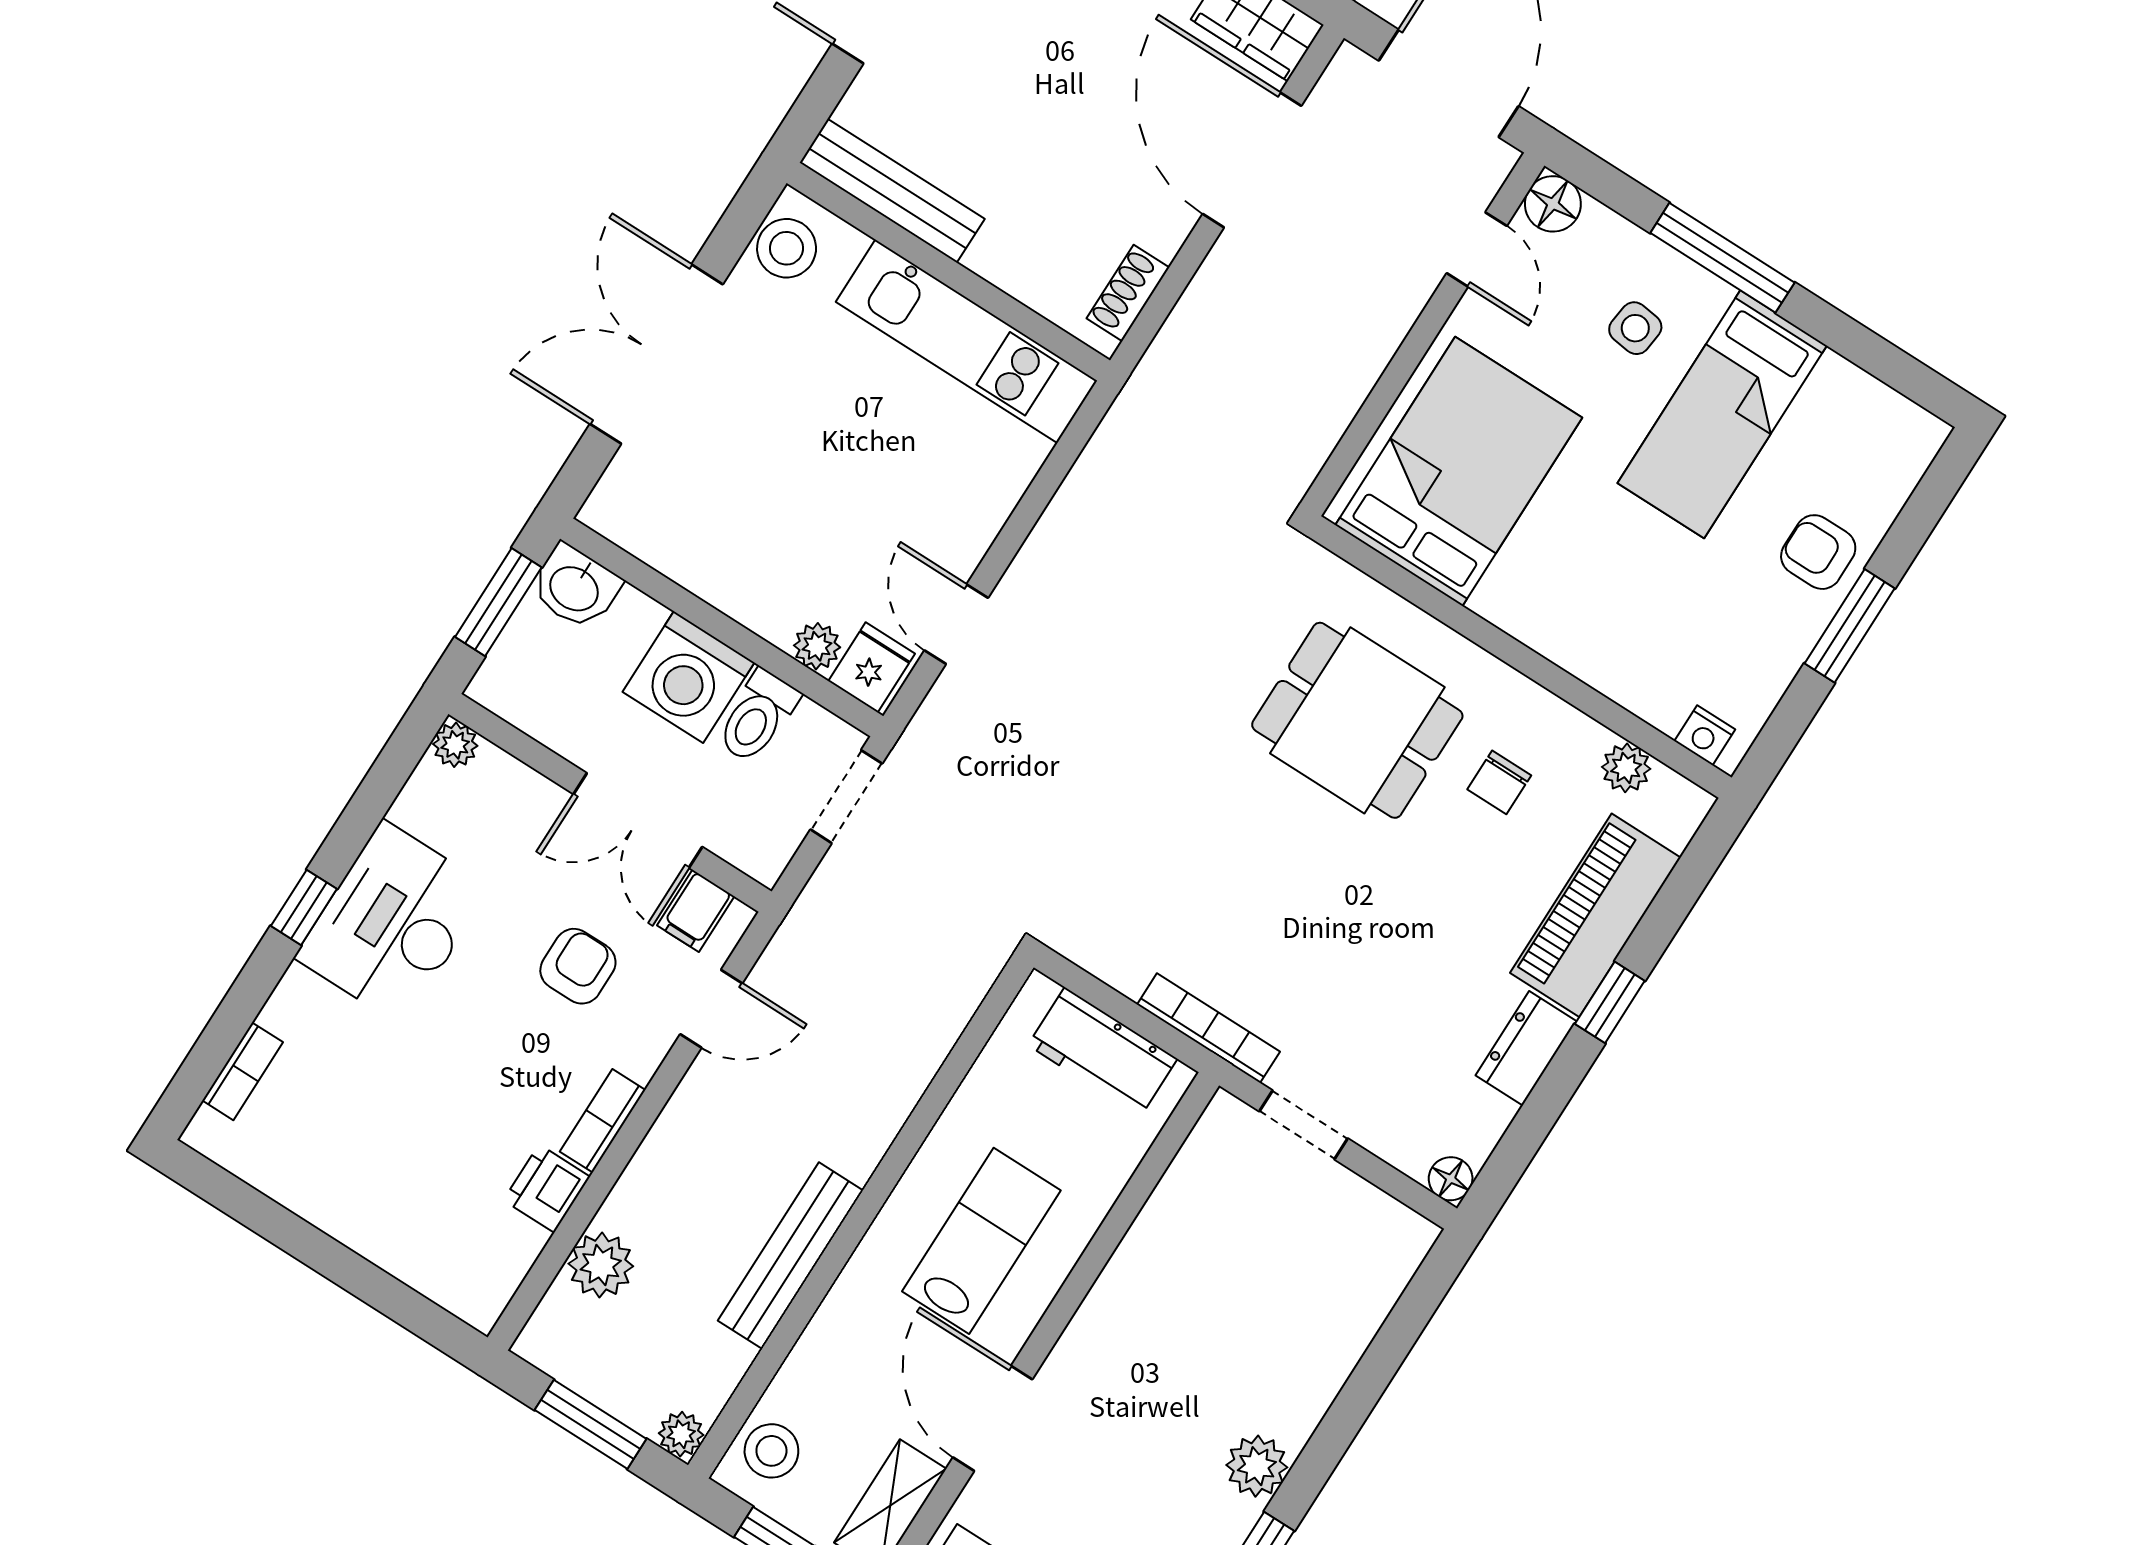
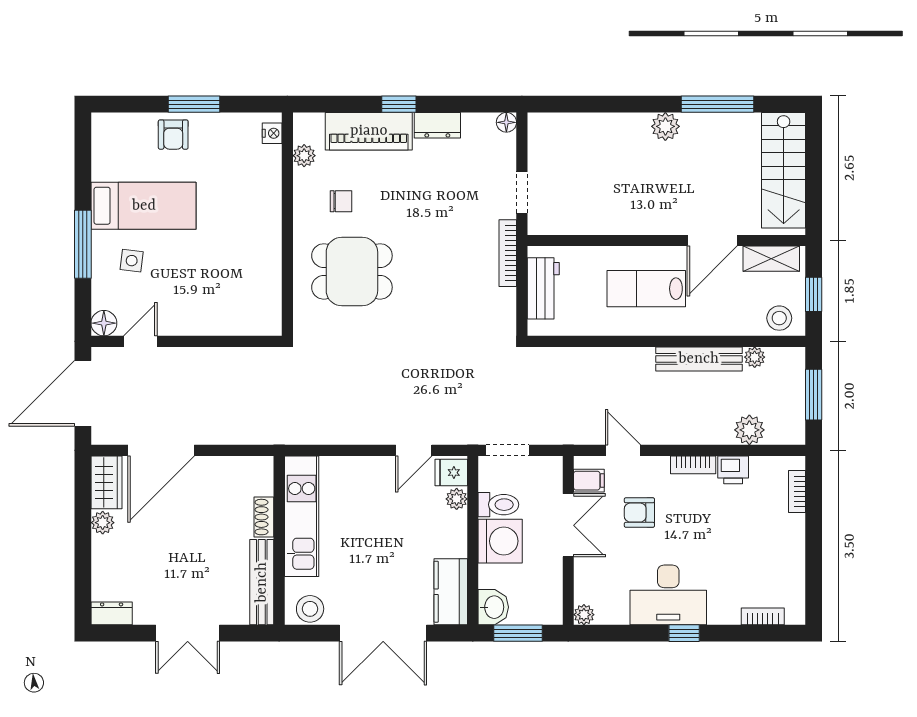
shoe rack: (1128, 293) -> (264, 517), moved, turned 90
bed: (1459, 471) -> (231, 294), removed
kitchen counter: (653, 527) -> (451, 592), added
dining table: (1357, 720) -> (352, 271), turned 90
bookcase: (432, 1280) -> (797, 492), added
plant: (681, 1434) -> (755, 357), moved

